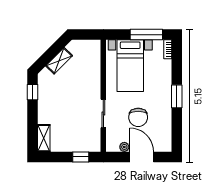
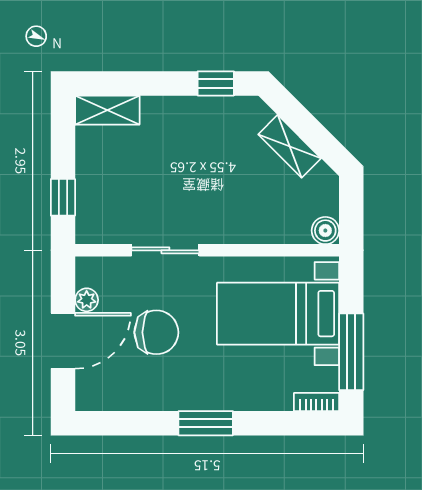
boiler: (95, 46) -> (325, 231), added
chair: (138, 117) -> (156, 332), turned 180

